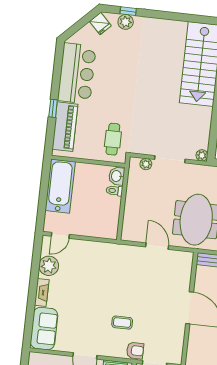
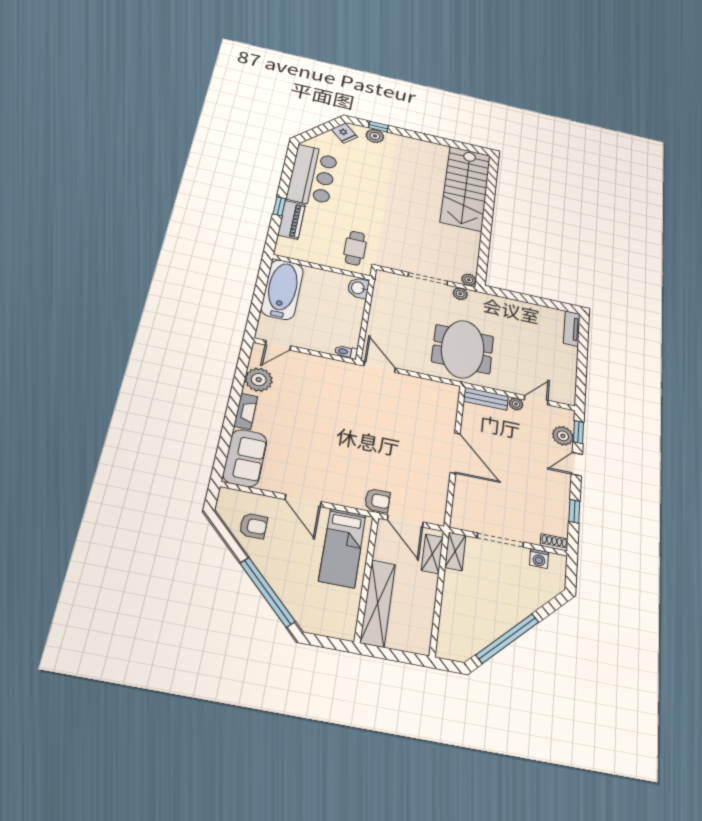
piano: (65, 127) -> (291, 220), width x0.73, depth x0.75
plant: (146, 164) -> (460, 294), moved
toilet: (114, 191) -> (346, 352), moved
door: (157, 246) -> (380, 367), moved
coffee table: (122, 323) -> (360, 462), removed

